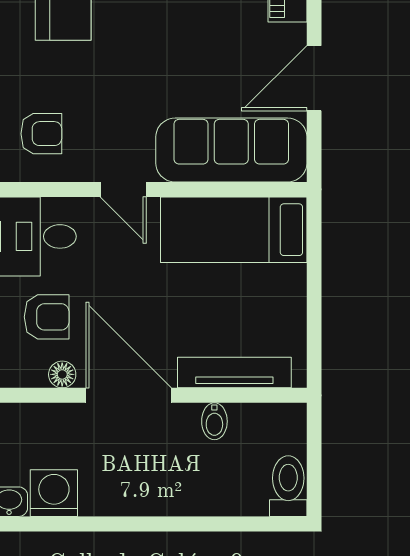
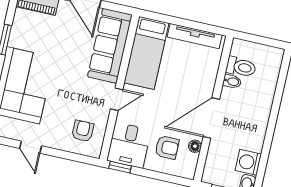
armchair: (47, 317) -> (167, 147), turned 90
tv unit: (234, 373) -> (195, 36), moved, turned -90
toilet: (288, 486) -> (241, 67), moved, turned 180

